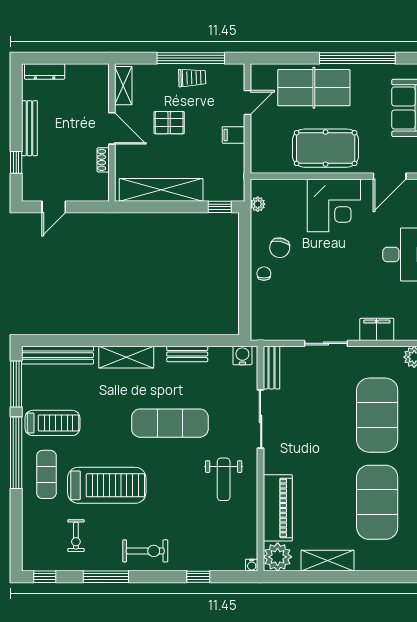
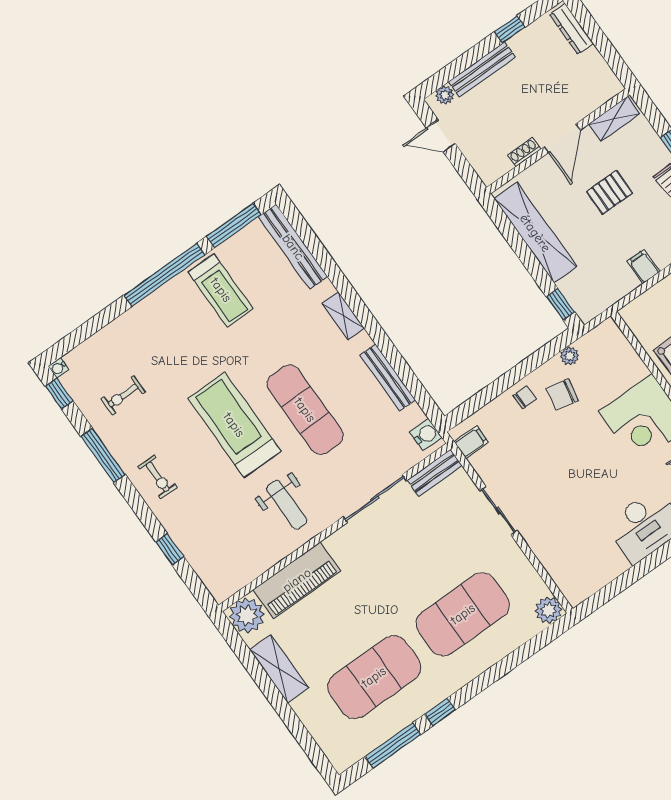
pallet: (169, 123) -> (609, 192), turned 90
bench: (29, 128) -> (482, 69), moved
window: (16, 162) -> (510, 29), moved
plant: (29, 185) -> (445, 95), added
plant: (258, 204) -> (570, 356), moved
filing cabinet: (377, 329) -> (471, 442), moved, width x0.50
bench: (187, 354) -> (388, 377), width x1.36
shelving: (126, 357) -> (343, 316), width x0.67, depth x0.75
exercise mat: (46, 474) -> (164, 321), removed
weight bench: (224, 479) -> (287, 505), turned -90
treadmill: (107, 485) -> (234, 425), moved, turned 180
exercise bike: (145, 551) -> (158, 477), width x0.73, depth x0.72
water cooler: (252, 565) -> (58, 368), moved

